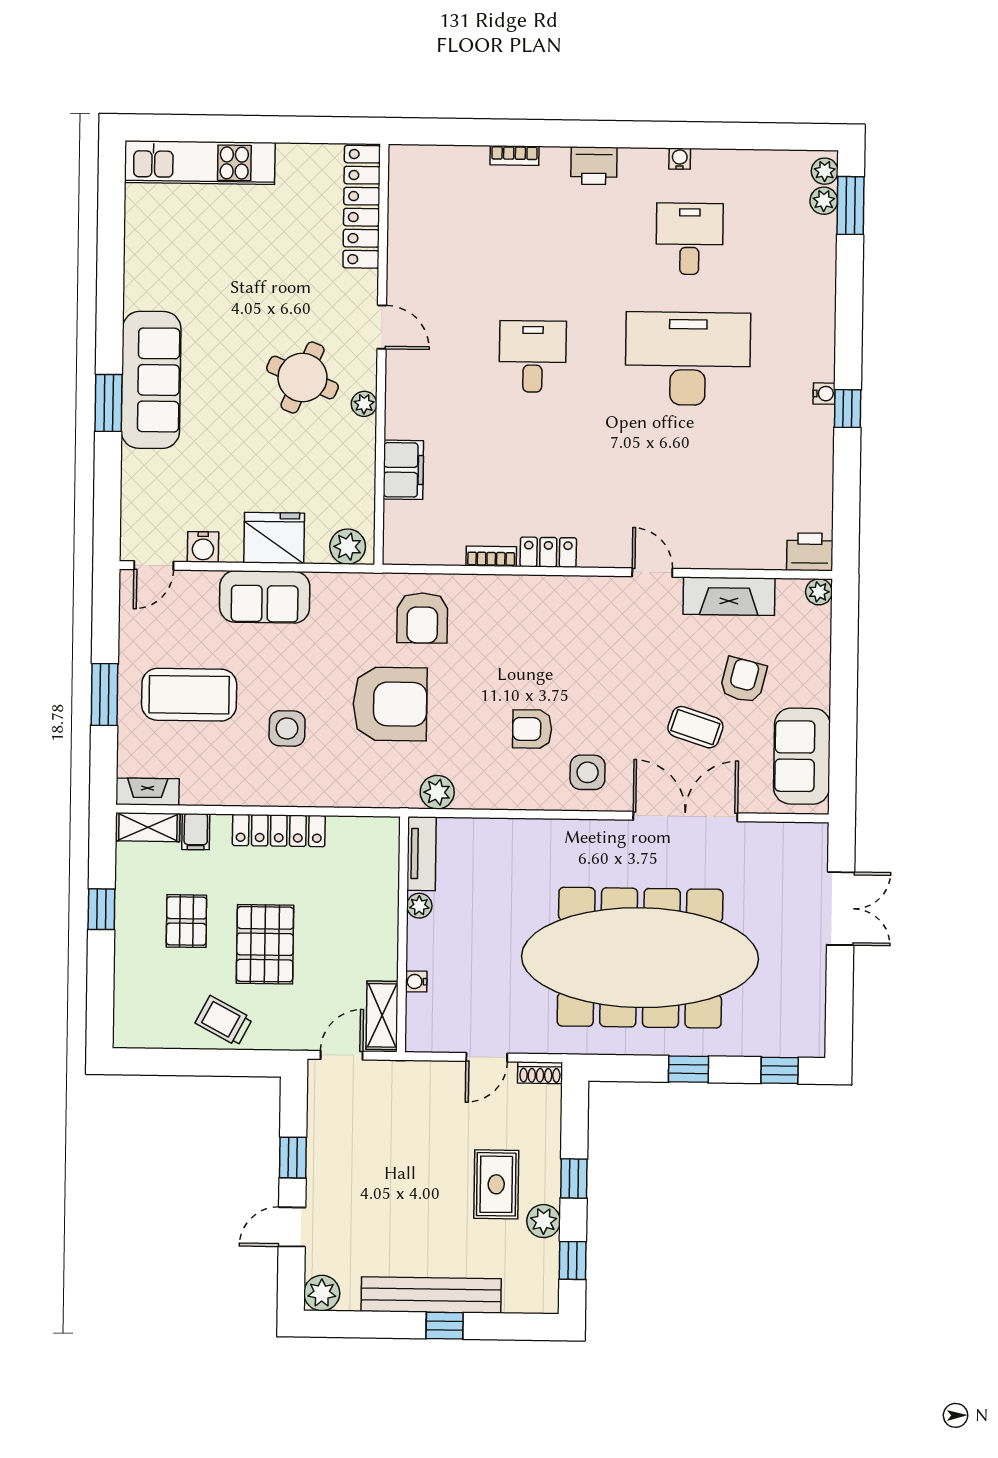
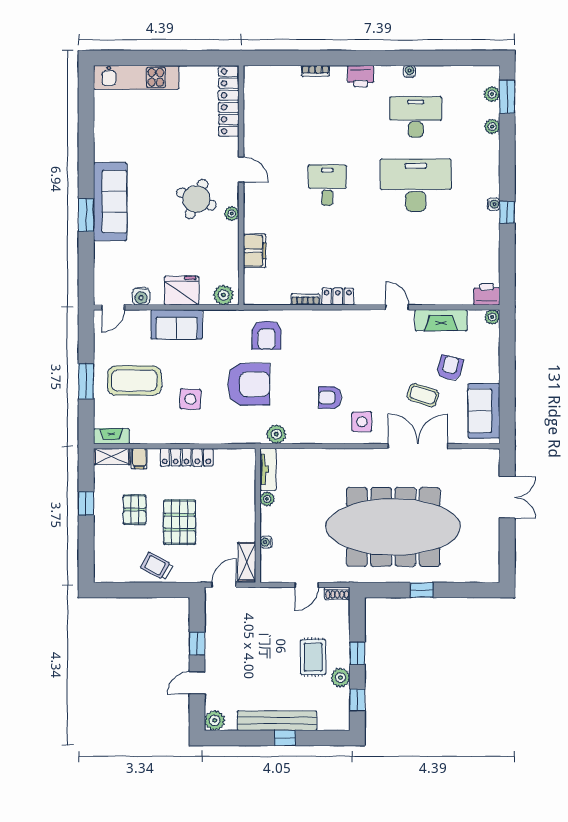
plant: (825, 171) -> (492, 127), moved
desk: (690, 239) -> (416, 117), width x1.37
window: (780, 1070) -> (474, 590), removed

